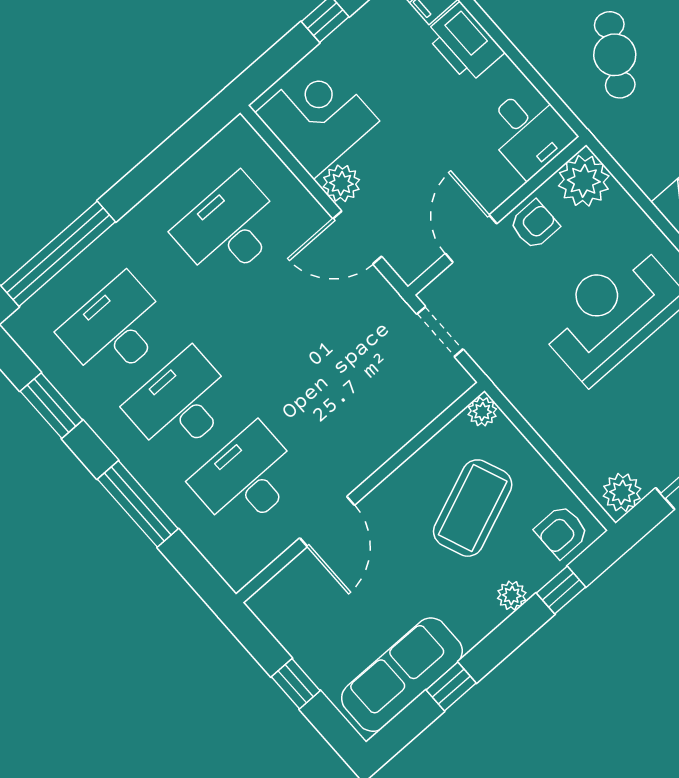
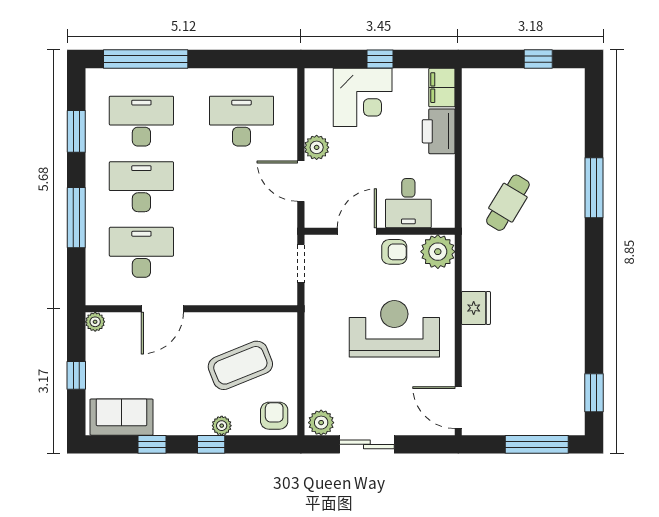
corner desk: (317, 117) -> (363, 97), moved, turned 90
desk: (529, 131) -> (408, 203), moved
plant: (482, 412) -> (95, 322), moved
armchair: (562, 532) -> (274, 416), turned 90
window: (561, 590) -> (211, 444), moved
sofa: (402, 675) -> (122, 417), width x0.73

